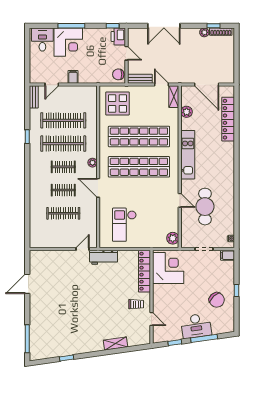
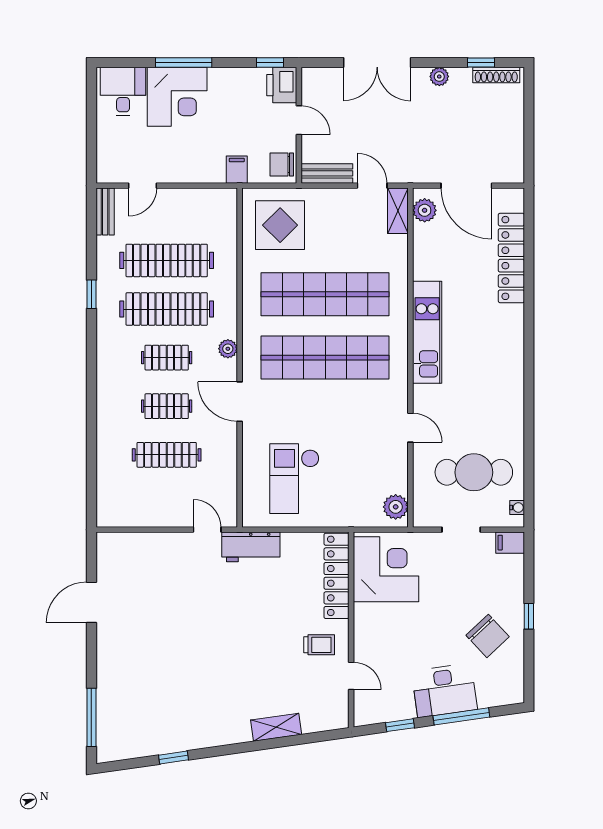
plant: (204, 32) -> (439, 77), moved
filing cabinet: (73, 77) -> (237, 170), moved
plant: (187, 112) -> (425, 210), moved
cafe table: (205, 207) -> (474, 472), moved, turned 90
door: (83, 249) -> (207, 530), hinge flipped

